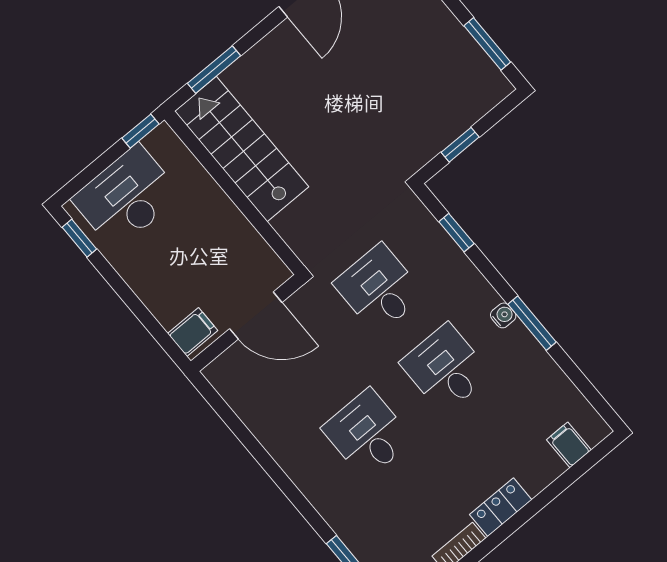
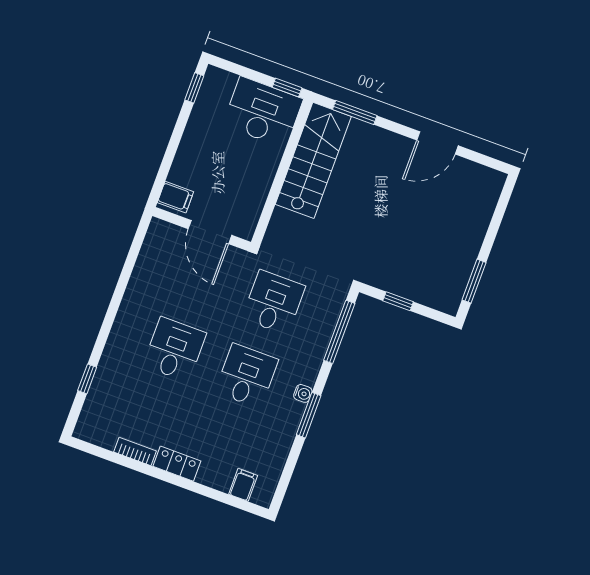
desk: (126, 197) -> (263, 112), moved
window: (456, 233) -> (339, 332), width x2.17

